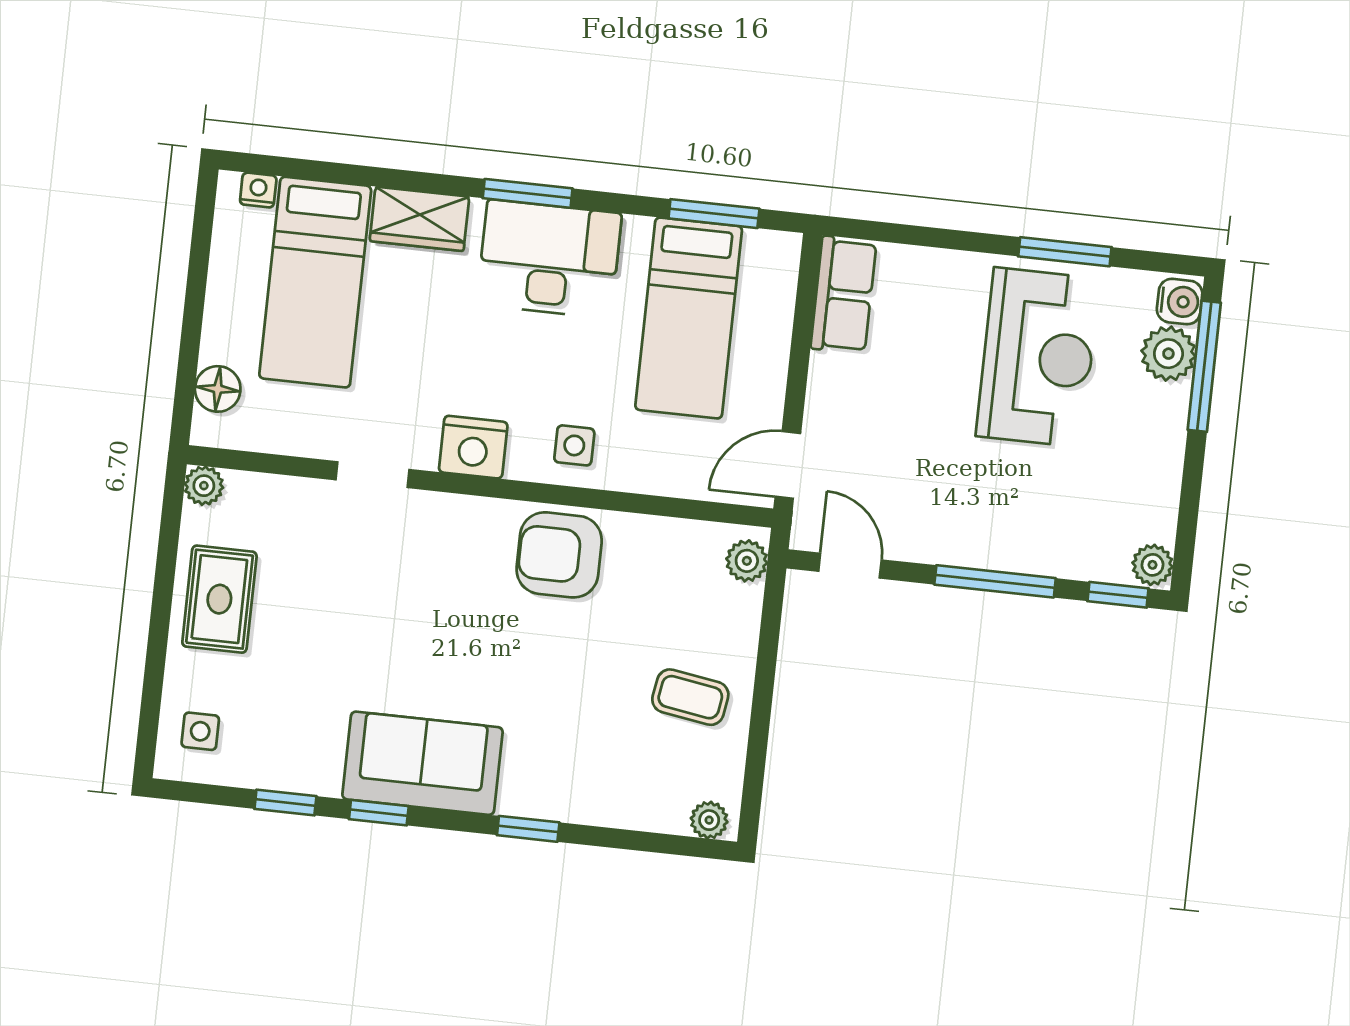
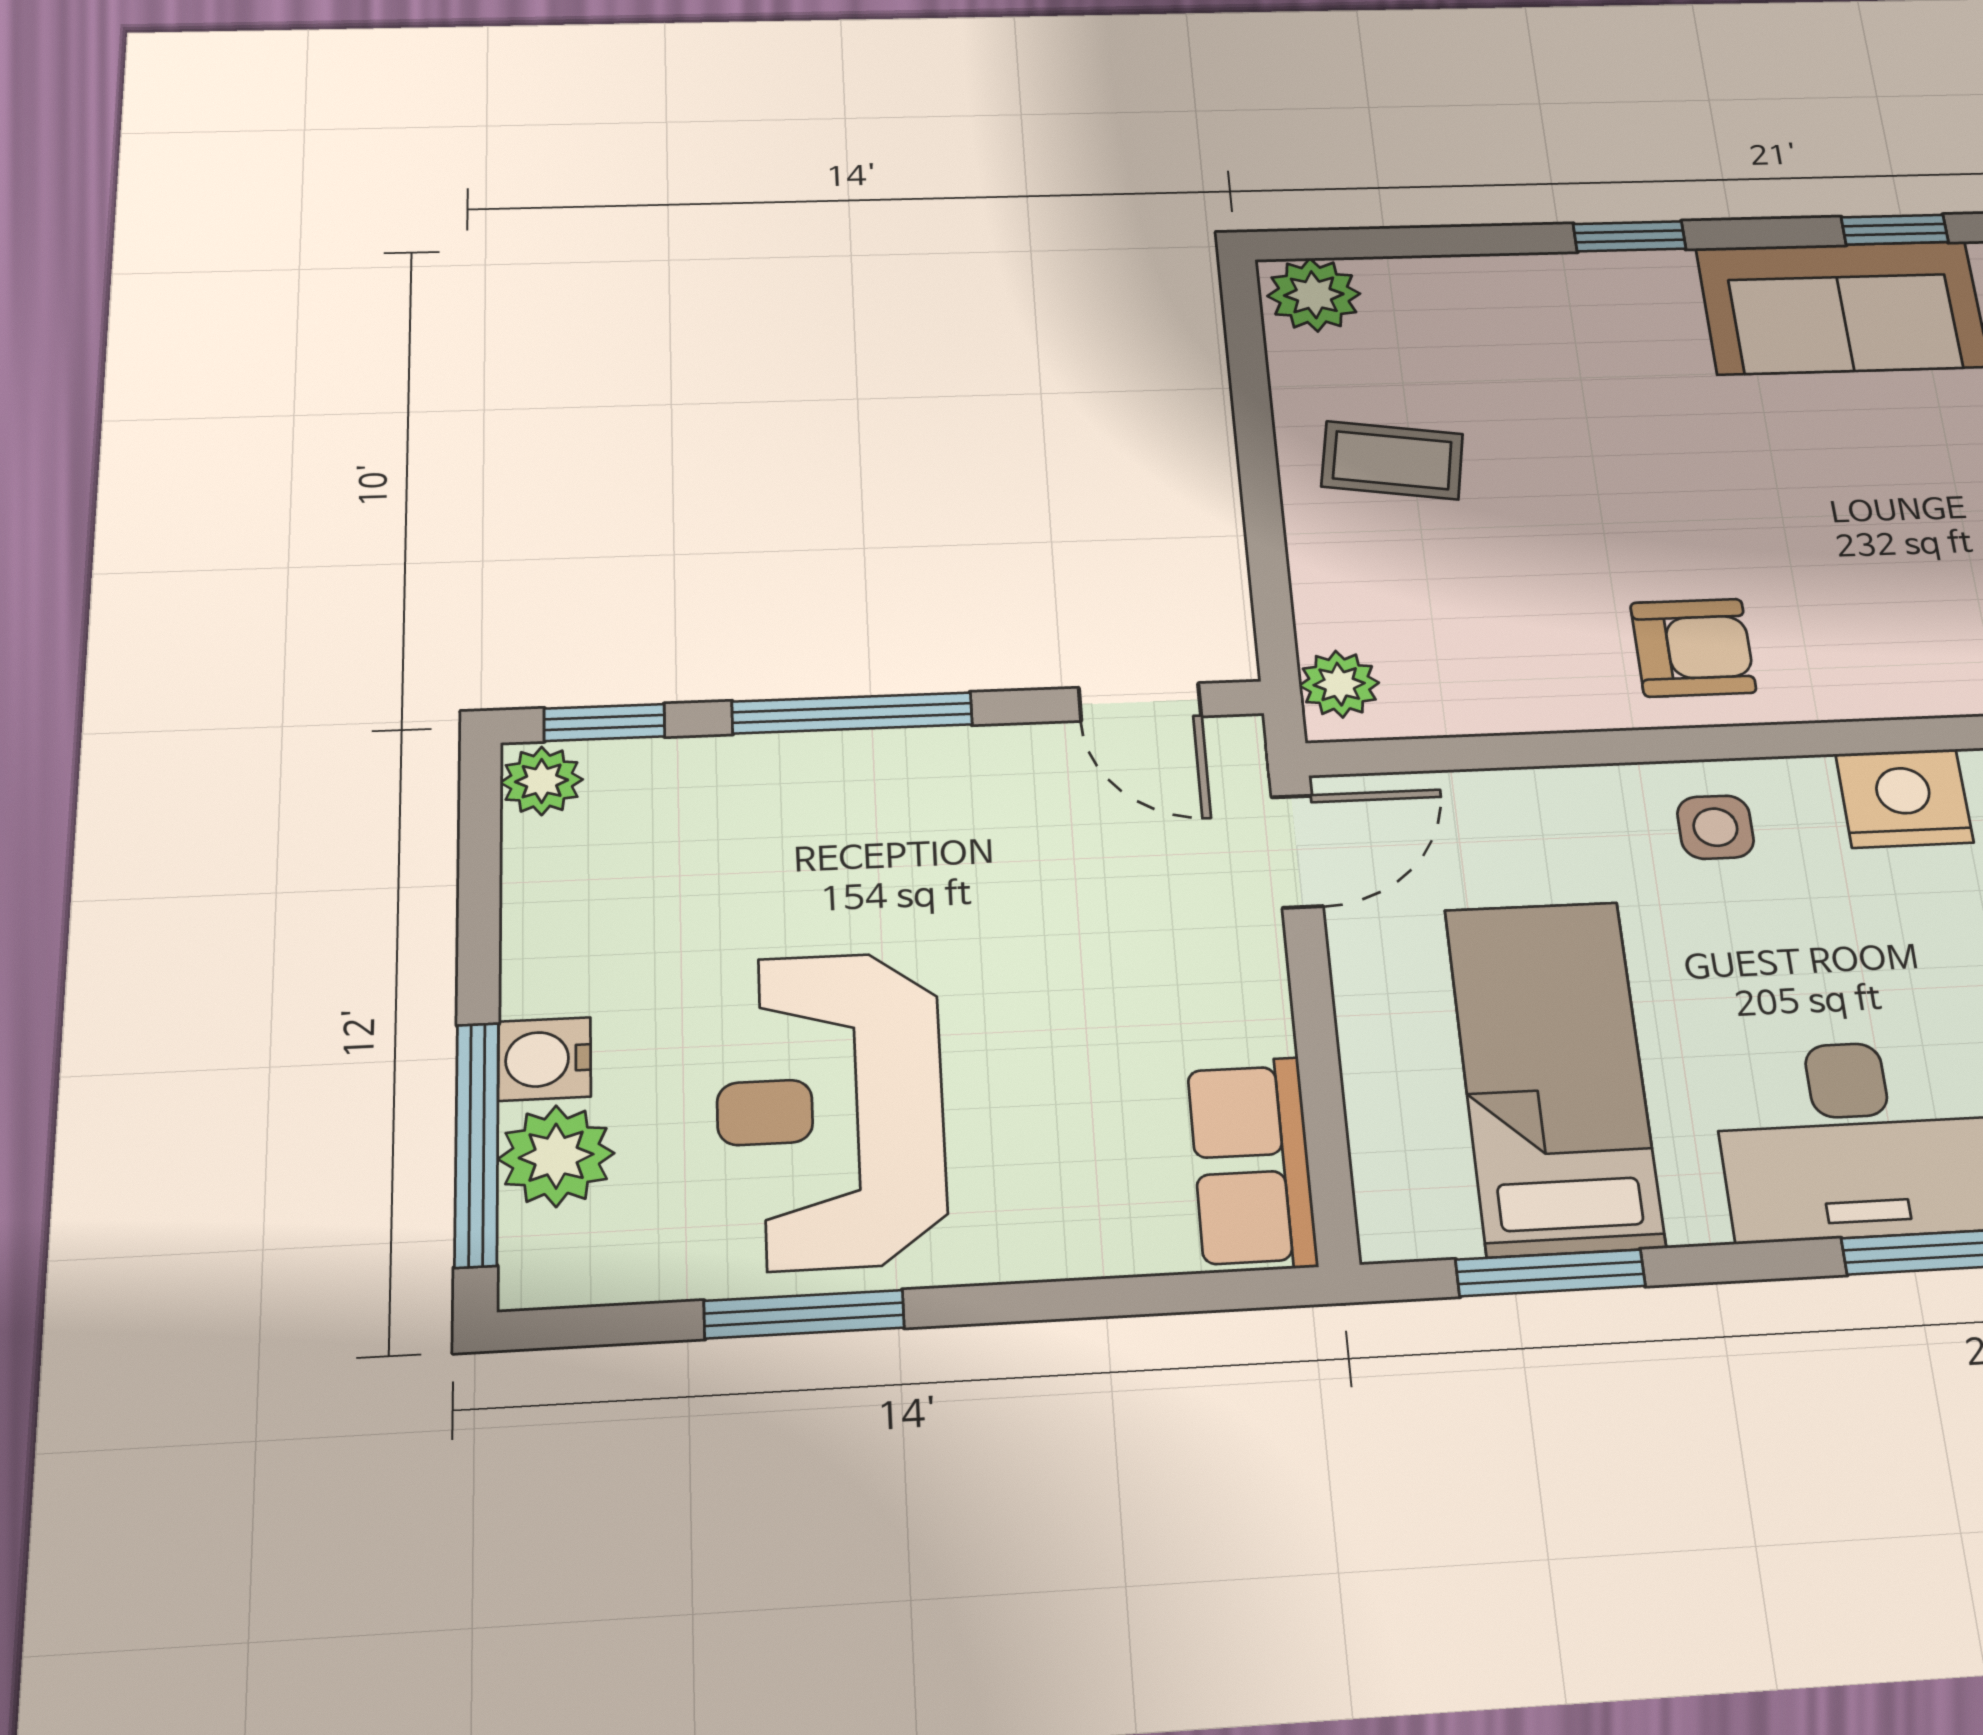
water cooler: (1180, 302) -> (544, 1059), moved
armchair: (559, 555) -> (1693, 648), width x0.72, depth x0.72
plant: (709, 820) -> (1314, 295), width x1.38, depth x1.38

